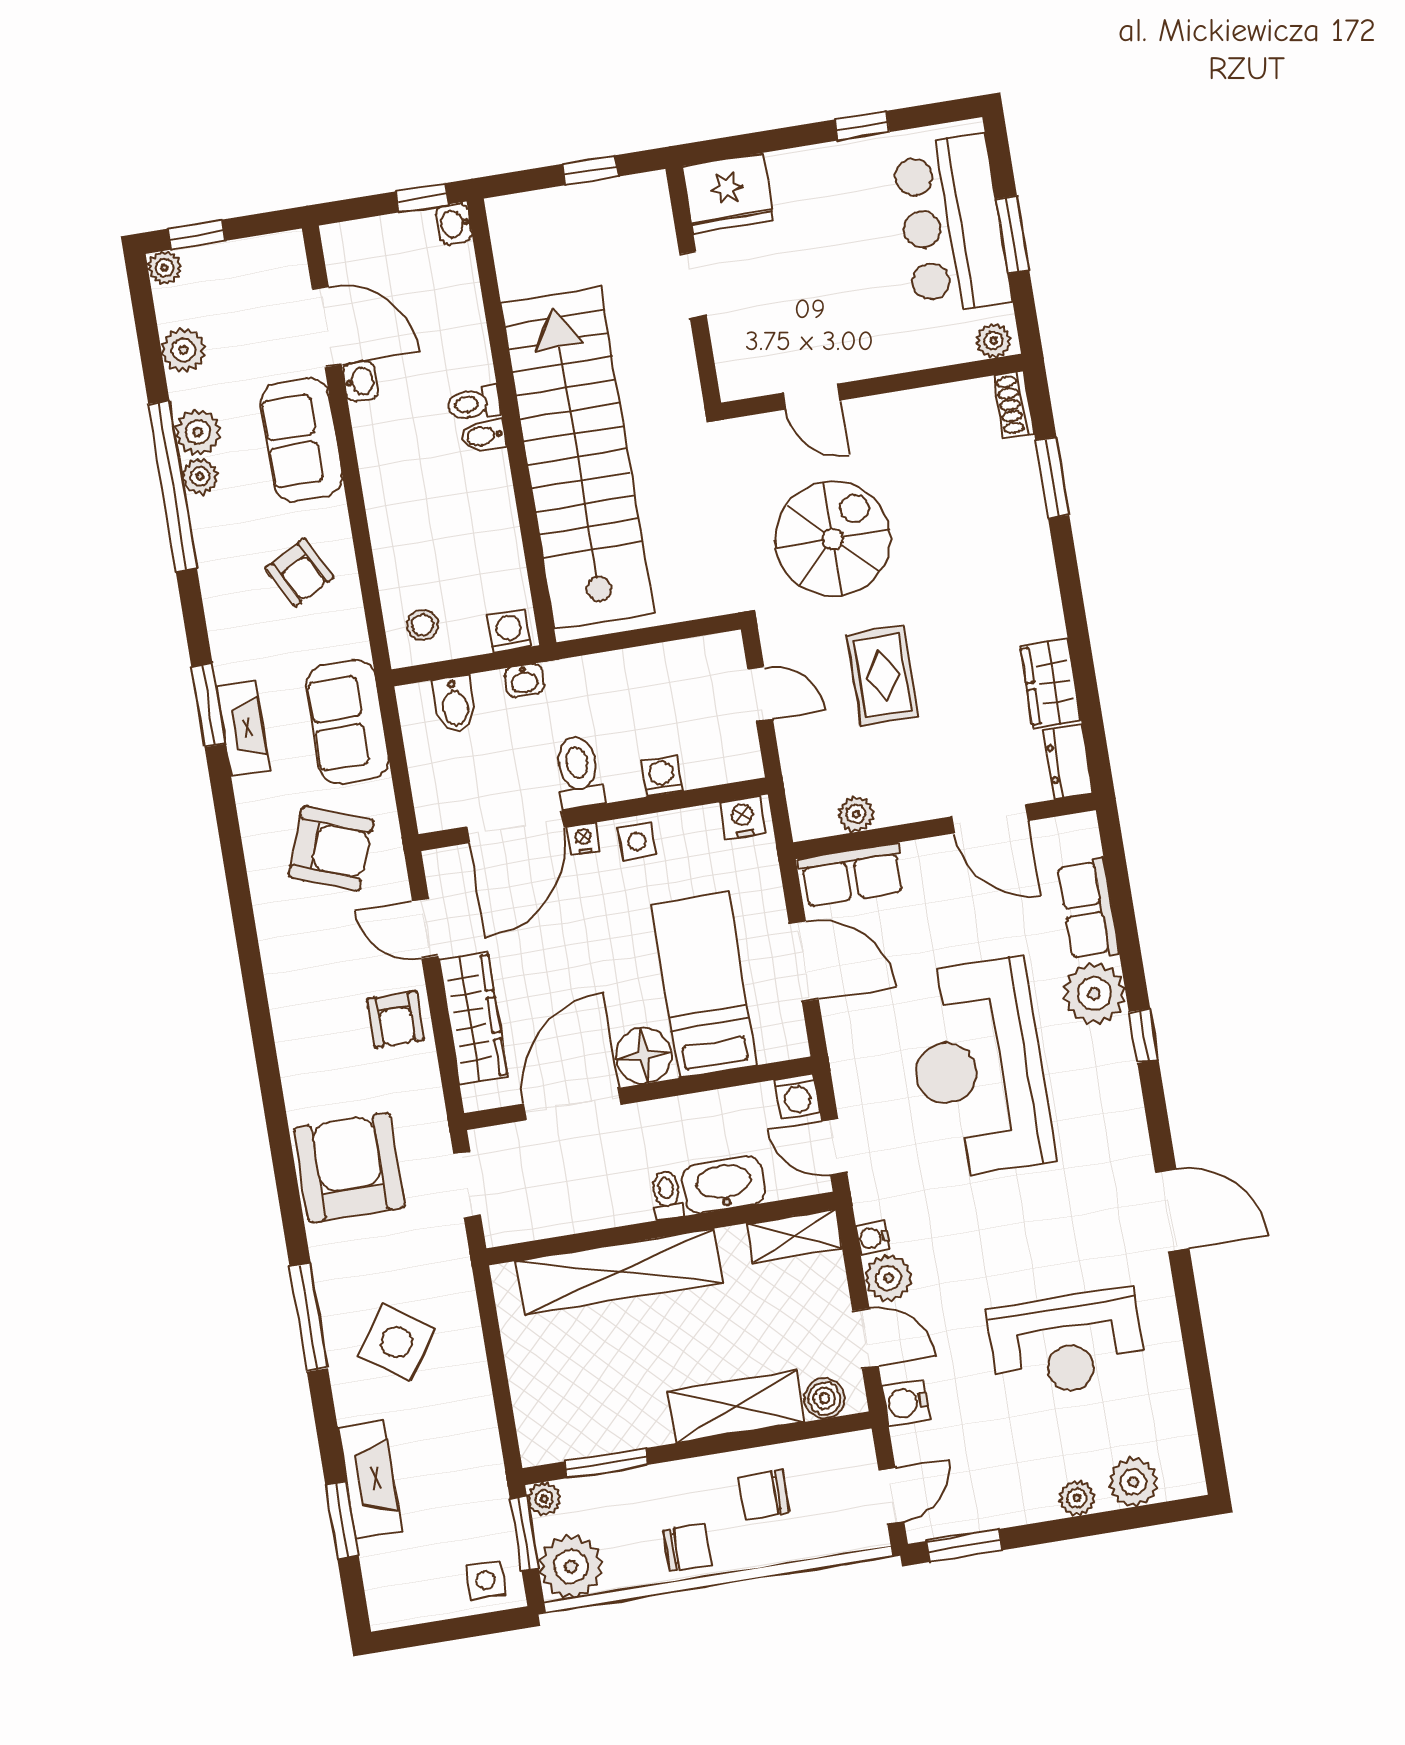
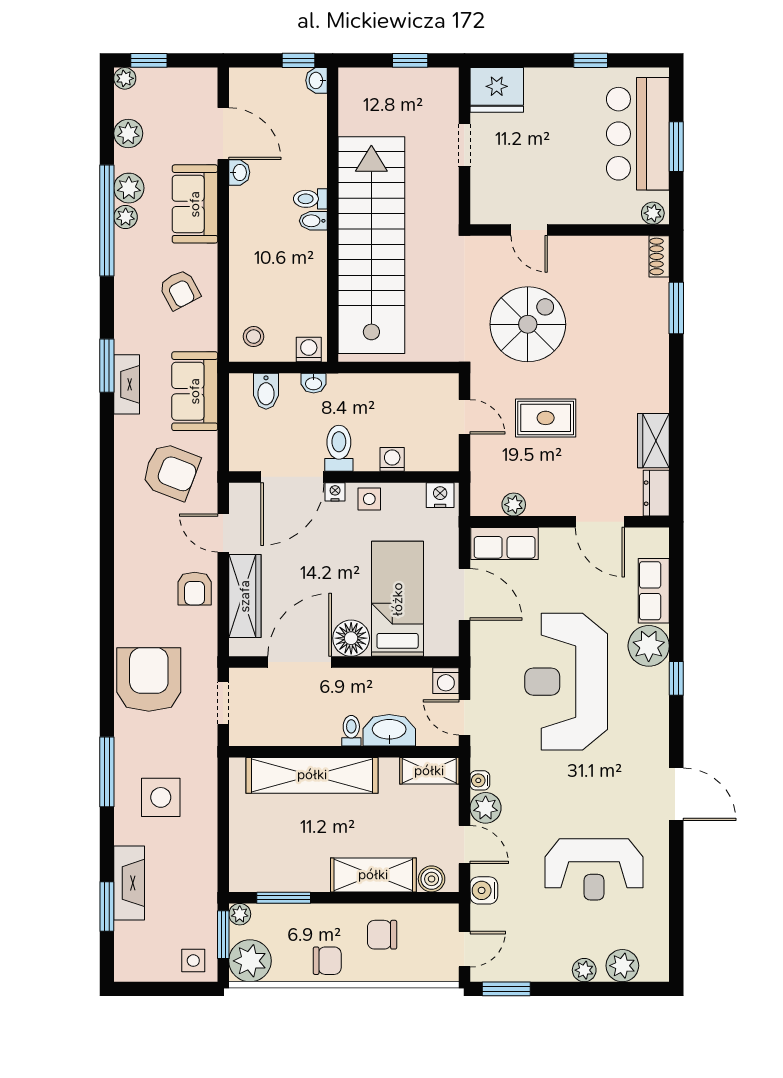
rug: (883, 676) -> (546, 418), turned 90
side table: (396, 1342) -> (161, 797), turned -35

